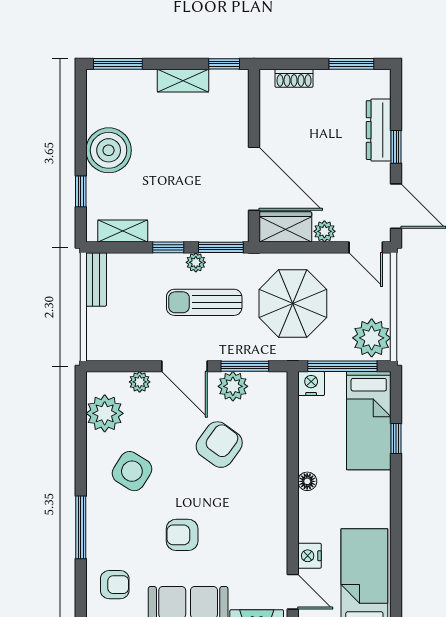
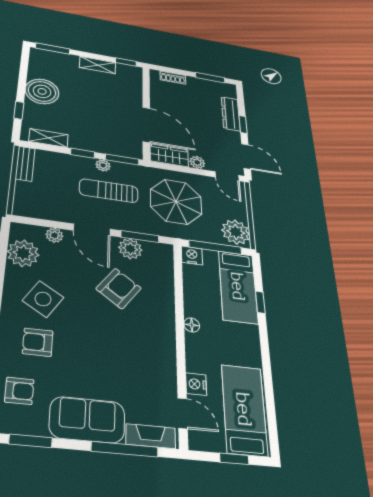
armchair: (182, 535) -> (38, 342), moved

